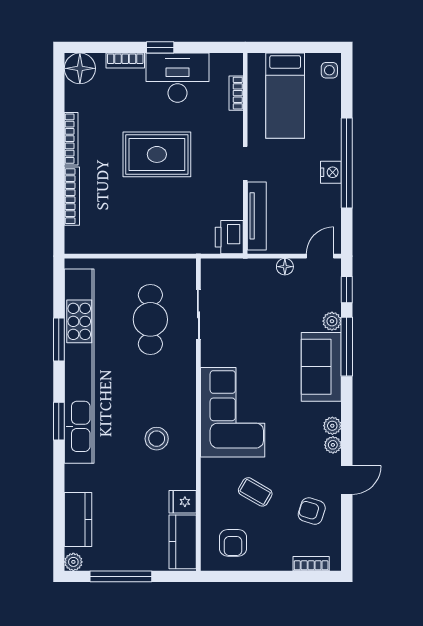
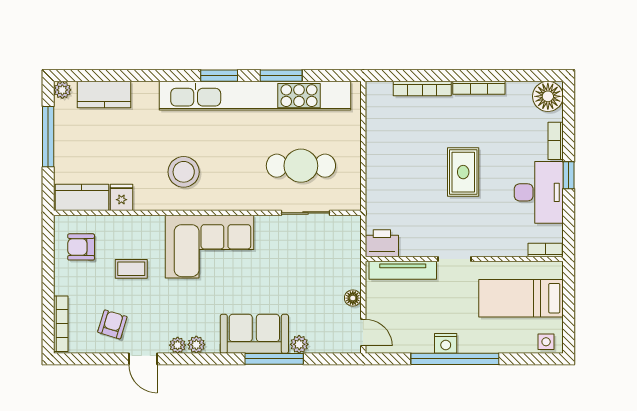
bookcase: (236, 93) -> (545, 250), moved
rug: (157, 154) -> (463, 172), width x0.73, depth x0.70
window: (347, 290) -> (330, 359), removed
window: (59, 421) -> (219, 76), moved
stool: (157, 439) -> (184, 172), width x1.38, depth x1.38
coffee table: (255, 492) -> (131, 269), turned 60
bookcase: (311, 564) -> (61, 324), width x1.56

